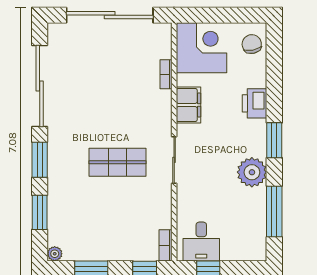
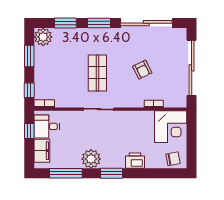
armchair: (112, 92) -> (142, 70), added
filing cabinet: (188, 105) -> (42, 151), moved, turned -90
plant: (55, 254) -> (43, 37), width x1.88, depth x1.88

